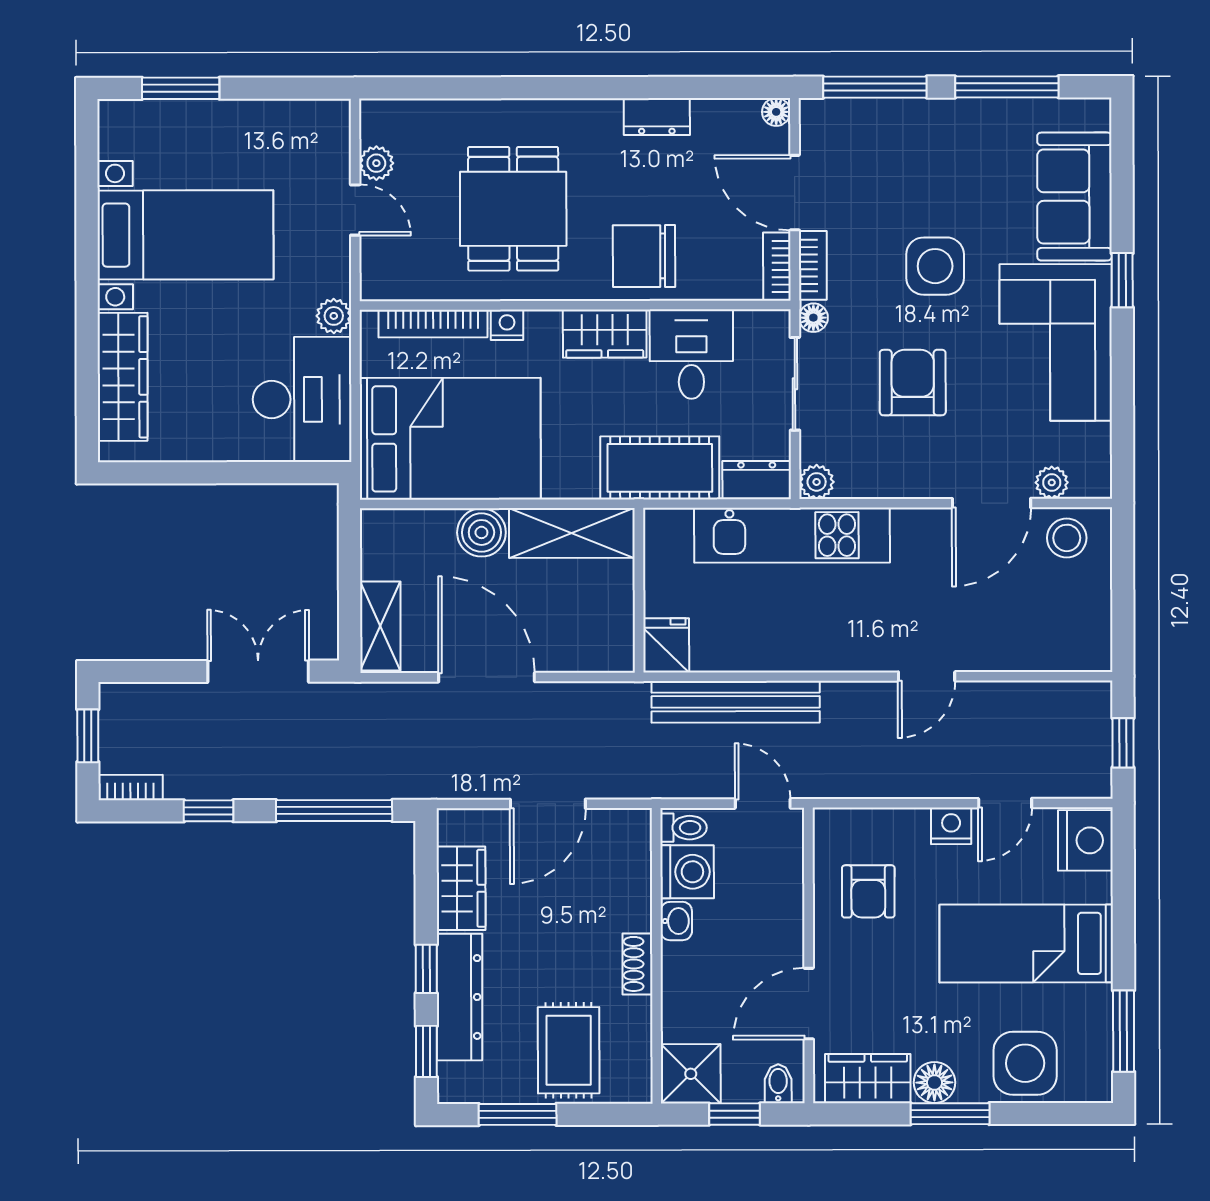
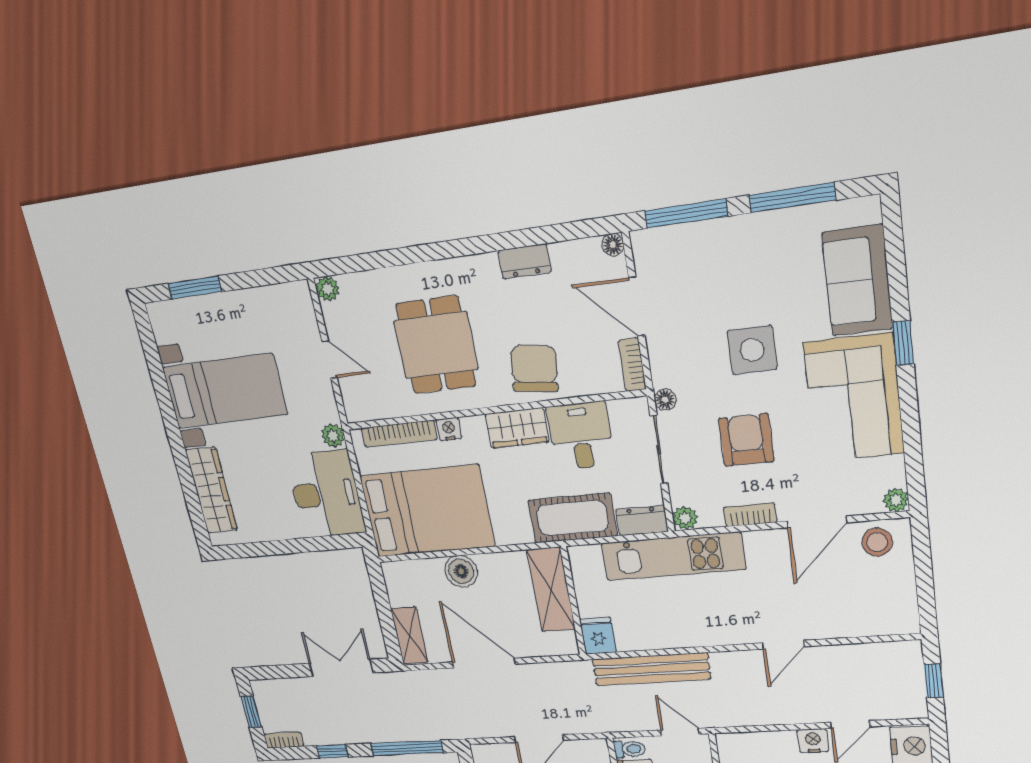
plant: (376, 163) -> (328, 289), moved
chair: (644, 256) -> (534, 368), turned 97
bookcase: (813, 265) -> (750, 515), moved, turned -90
plant: (1052, 483) -> (896, 500), moved
shelving: (572, 533) -> (551, 590), moved, turned 90

